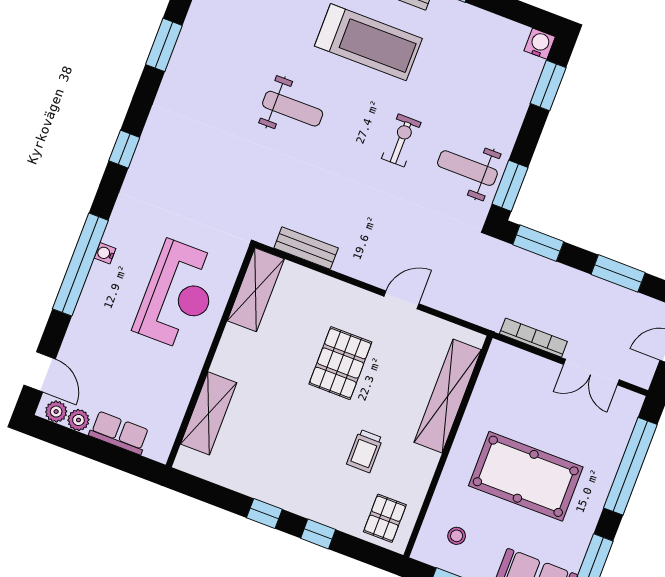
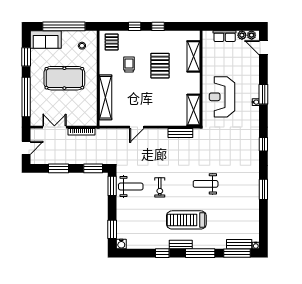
window: (80, 265) -> (263, 94), width x0.47
pallet: (340, 363) -> (160, 66), moved

